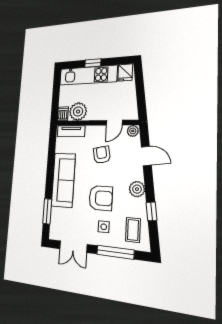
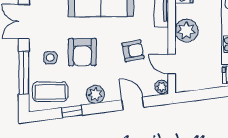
plant: (78, 111) -> (186, 31), moved
door: (146, 156) -> (133, 104), swing flipped
coffee table: (133, 230) -> (50, 92), width x1.36, depth x1.30

